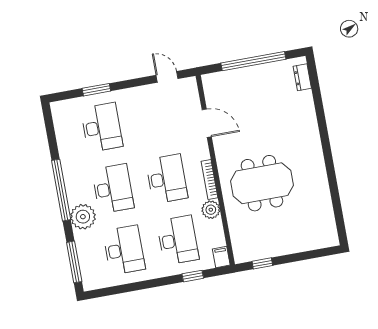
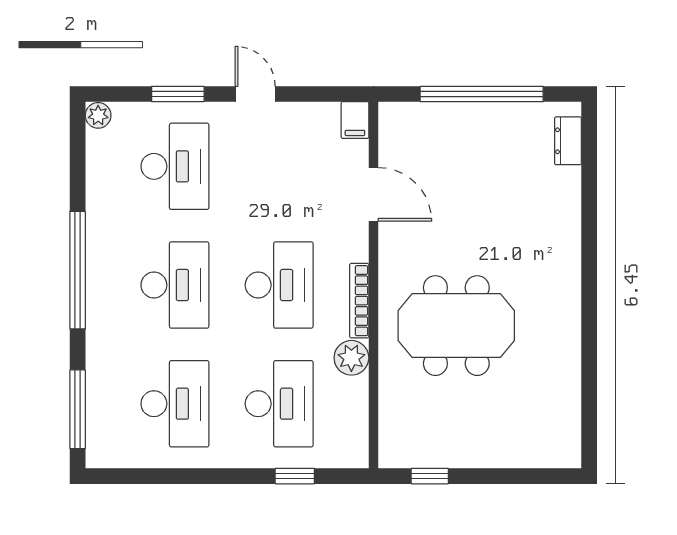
door: (167, 77) -> (255, 94), moved
plant: (83, 217) -> (98, 115), moved, width x0.53, depth x0.53
filing cabinet: (221, 257) -> (355, 120), moved, turned 180

